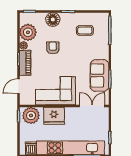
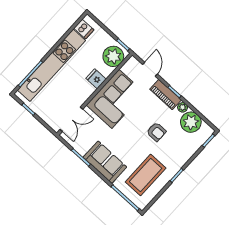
floor lamp: (53, 19) -> (182, 155), removed
coffee table: (85, 30) -> (146, 175), width x1.86, depth x1.72
sofa: (100, 76) -> (105, 162), moved
fridge: (54, 116) -> (96, 79), width x0.53, depth x0.75

